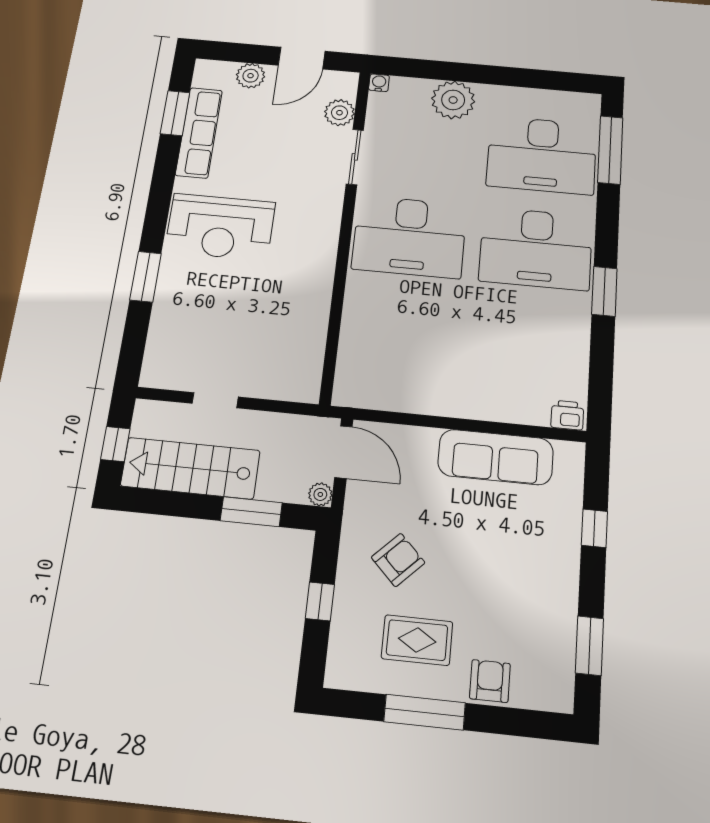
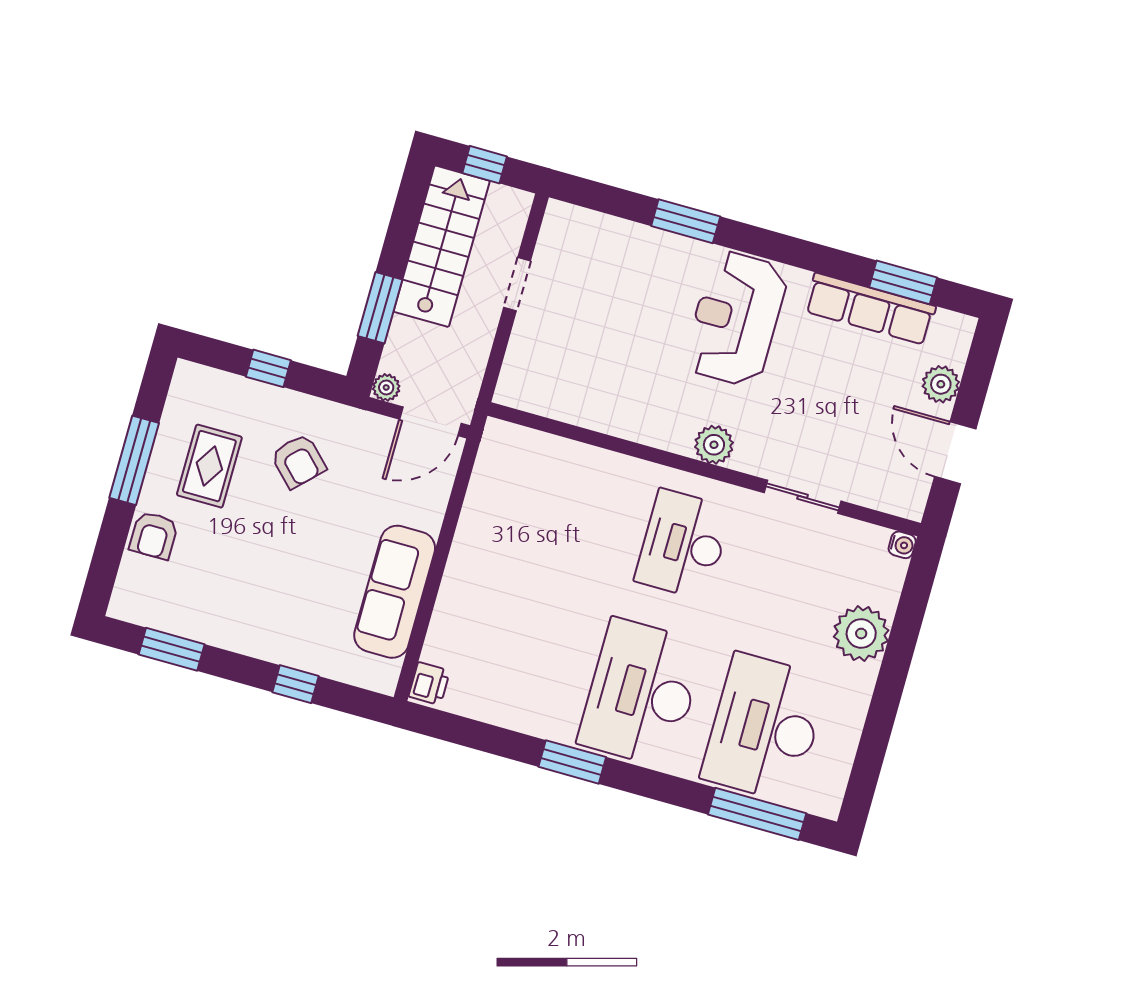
plant: (339, 113) -> (714, 445), moved
desk: (409, 237) -> (683, 544), width x0.73, depth x0.77
armchair: (490, 681) -> (154, 535), turned 90

